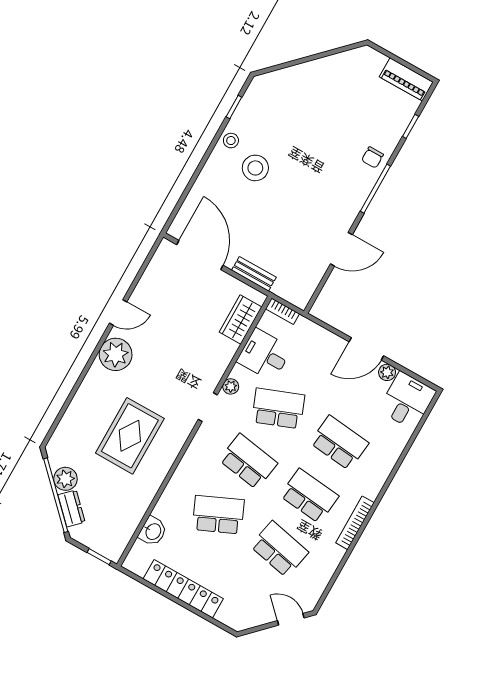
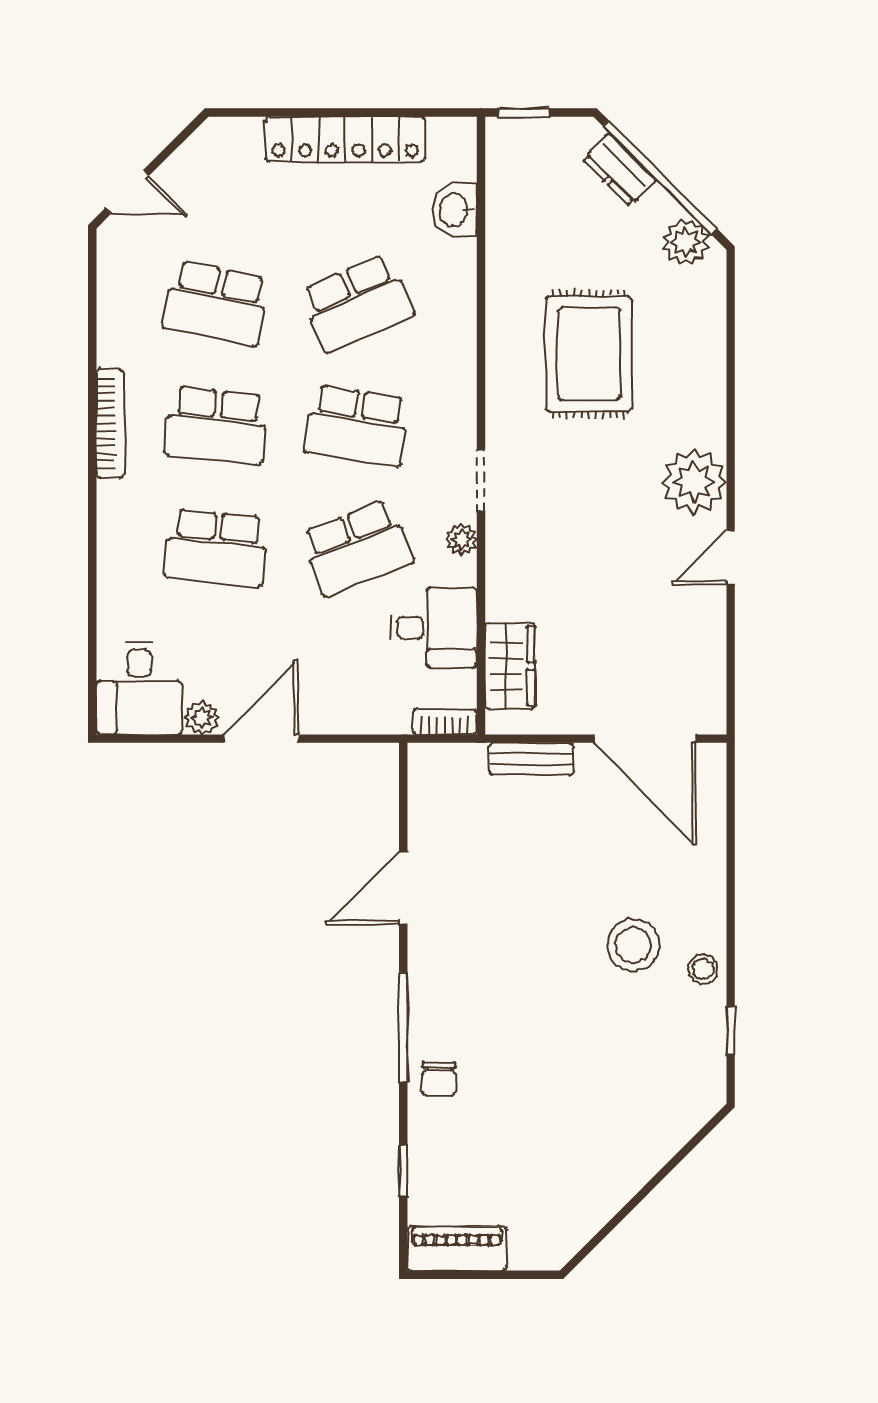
chair: (372, 157) -> (439, 1079), turned 180
plant: (65, 479) -> (686, 242), moved

